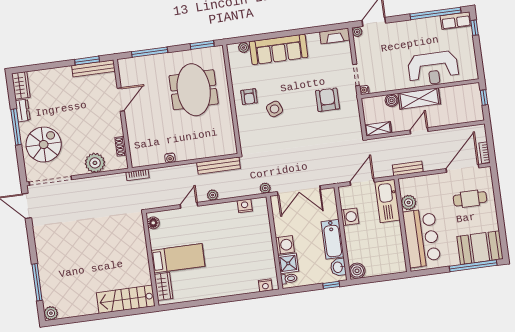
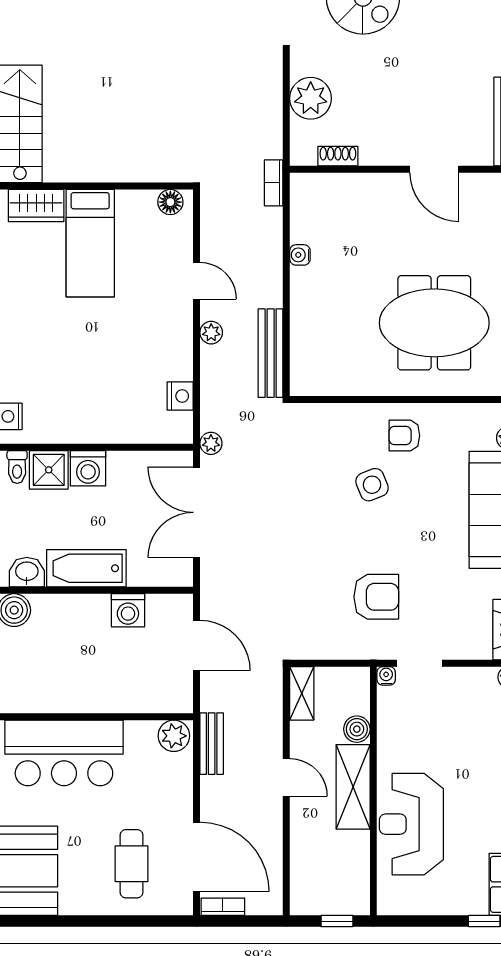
kitchen sink: (388, 201) -> (150, 693), removed
plant: (409, 202) -> (174, 736), moved

